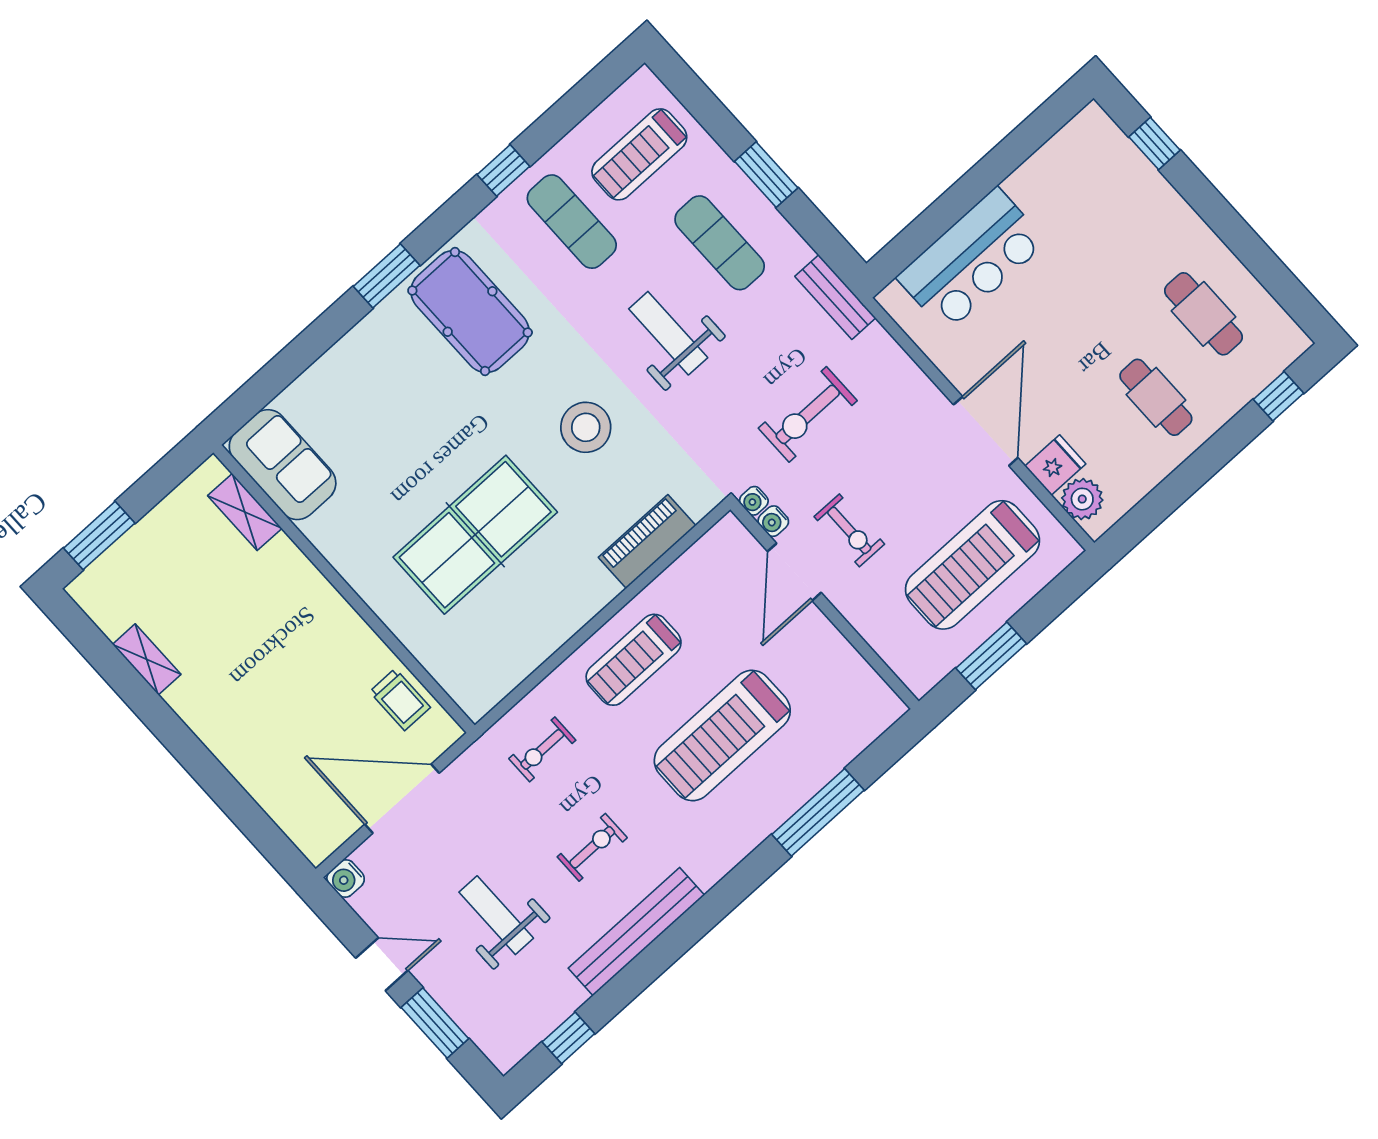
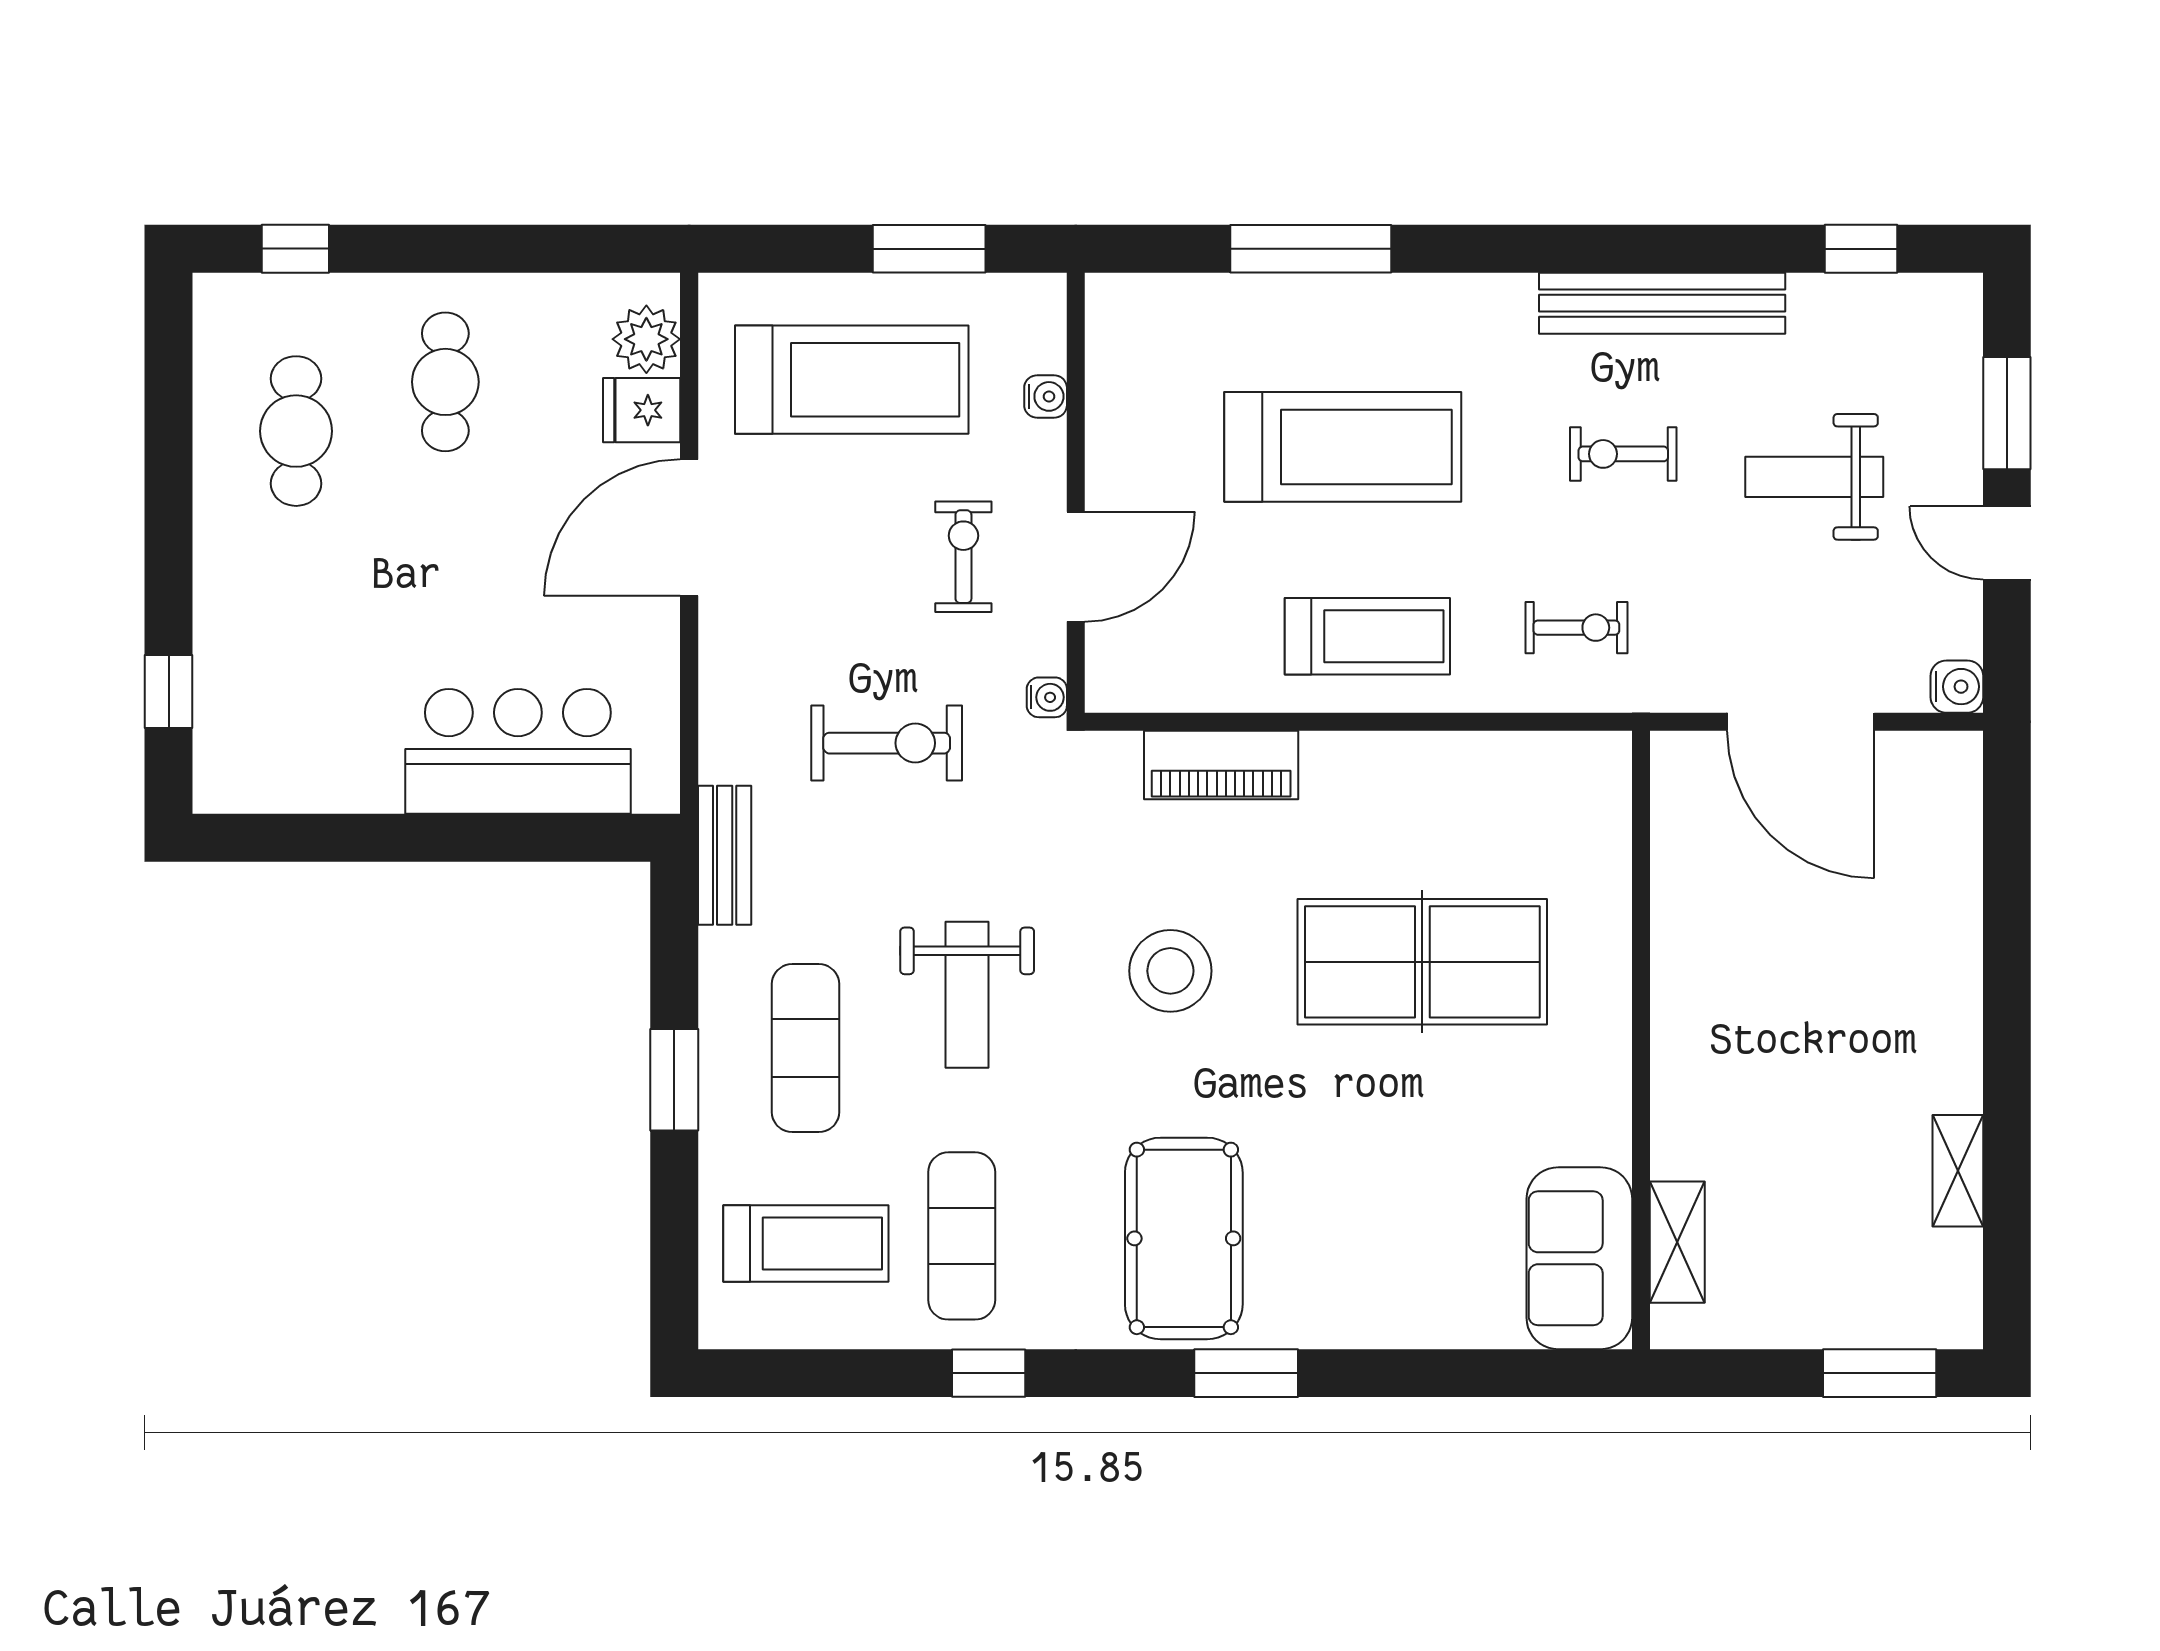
water cooler: (773, 521) -> (1046, 396), moved
trolley: (400, 700) -> (1695, 844), removed
weight bench: (496, 915) -> (1814, 477), turned 90

